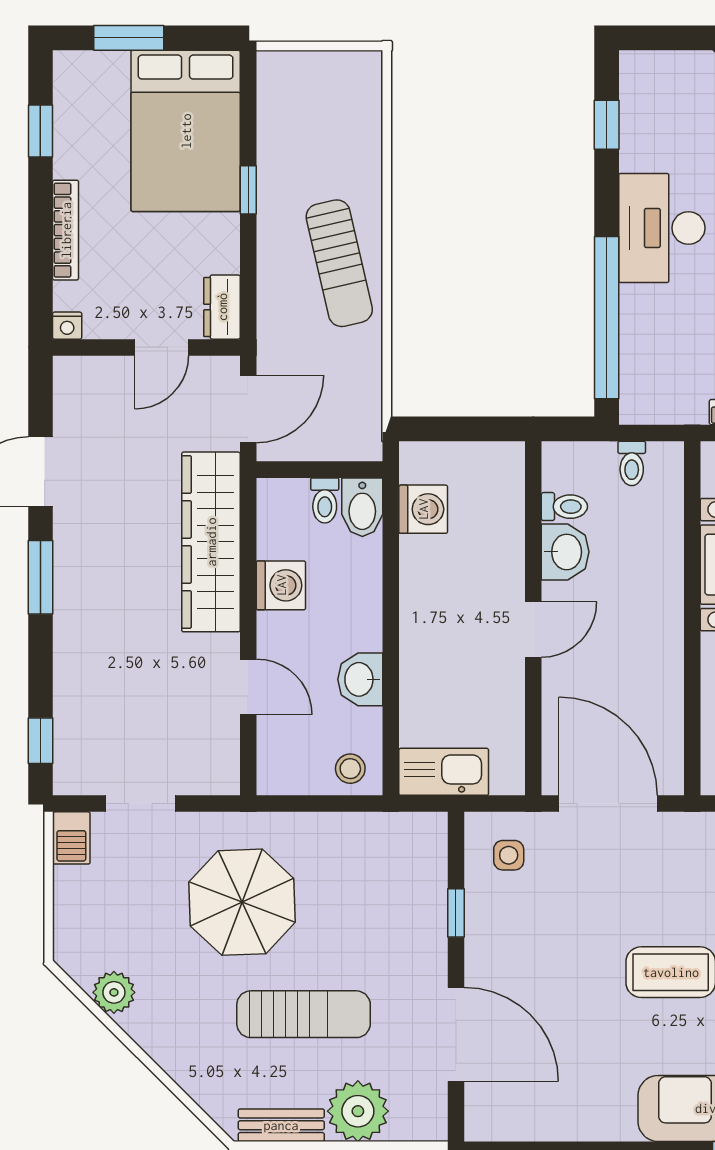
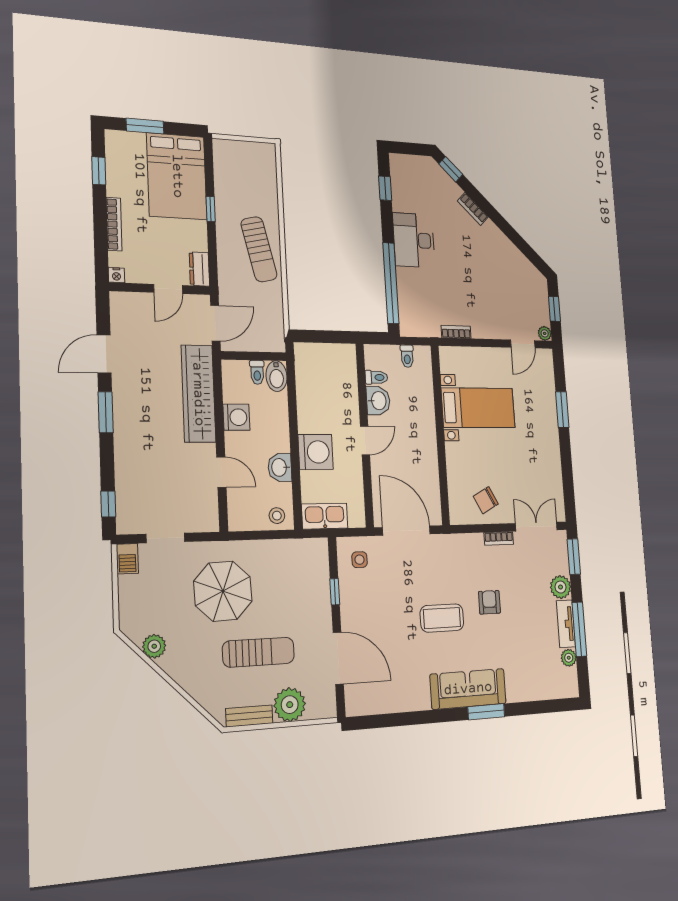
washing machine: (423, 509) -> (316, 452), moved, width x1.37, depth x1.37

